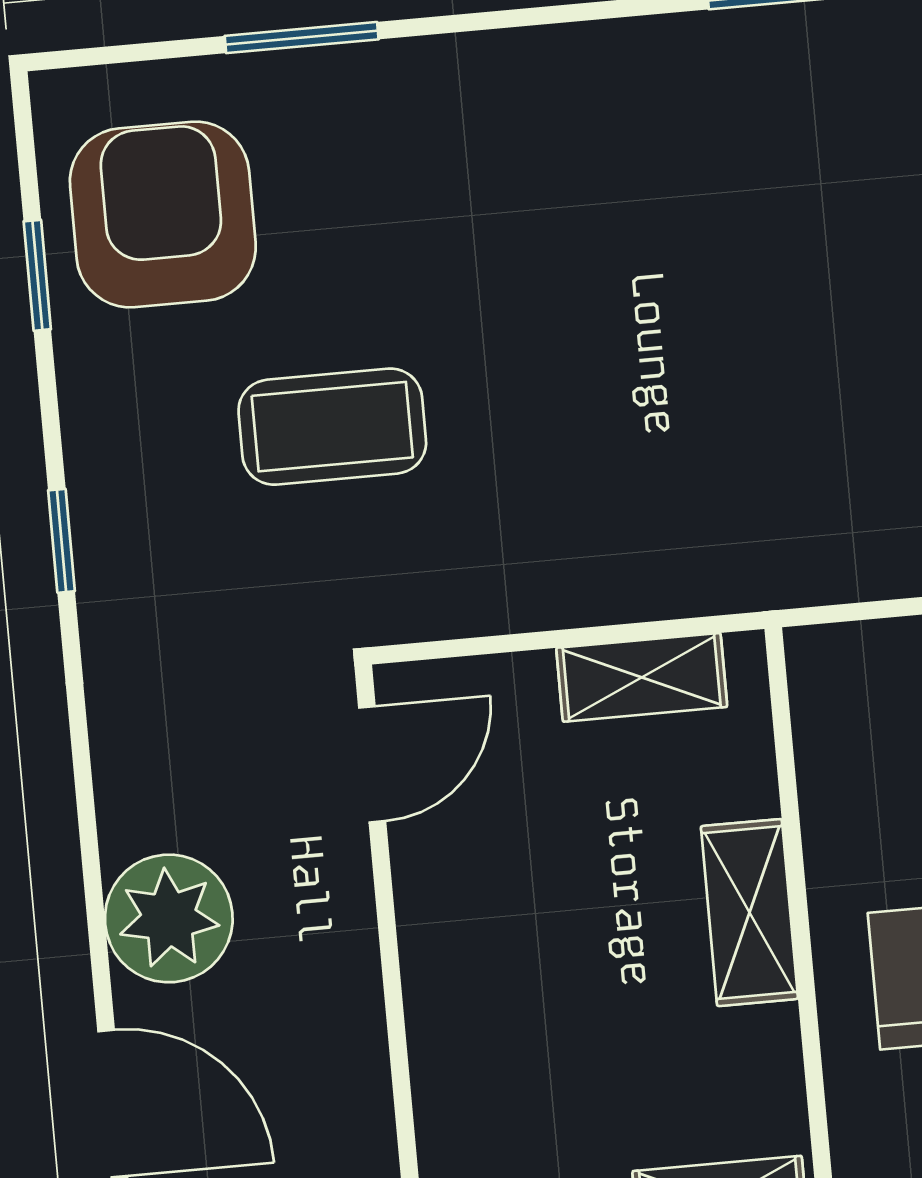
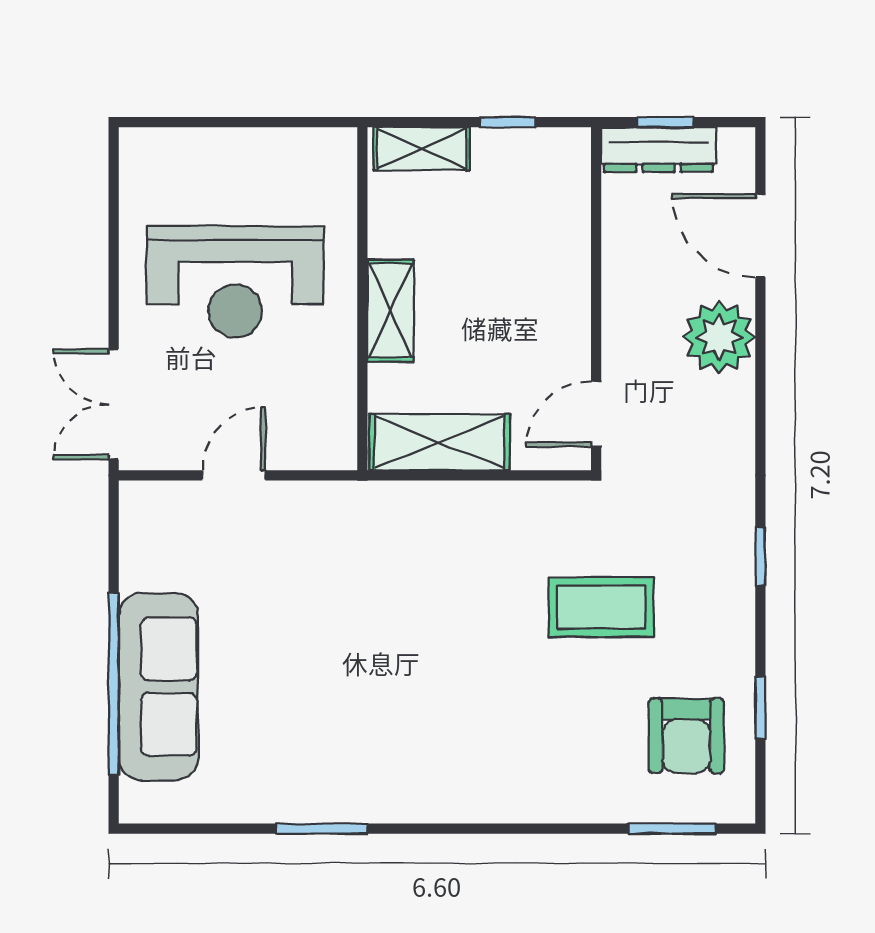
window: (302, 38) -> (672, 829), moved
armchair: (163, 214) -> (686, 736), width x0.73, depth x0.73
shelving: (642, 677) -> (439, 442), width x1.50, depth x1.33

